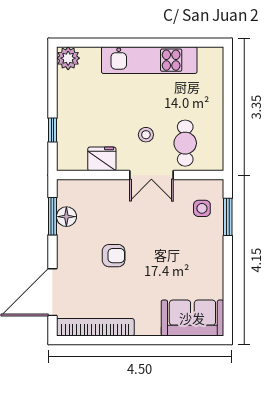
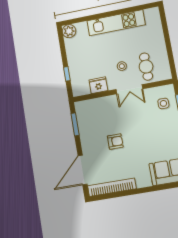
floor lamp: (66, 217) -> (83, 123), removed

